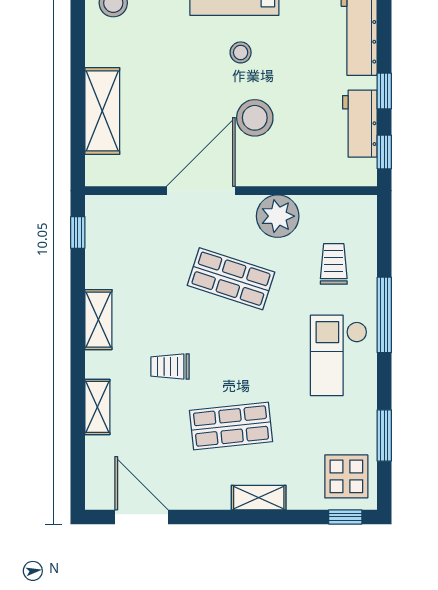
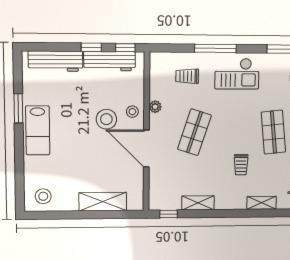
stool: (241, 52) -> (132, 112), moved
workbench: (360, 124) -> (110, 61), width x1.38
plant: (278, 216) -> (155, 107), width x0.53, depth x0.53
shelving: (98, 320) -> (198, 203), moved

